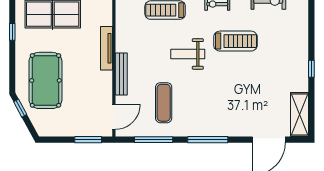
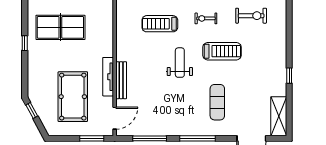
tv unit: (107, 48) -> (108, 77), moved
weight bench: (188, 54) -> (180, 63), turned 90
pool table: (45, 80) -> (73, 97), moved
exercise mat: (164, 103) -> (217, 102), moved

